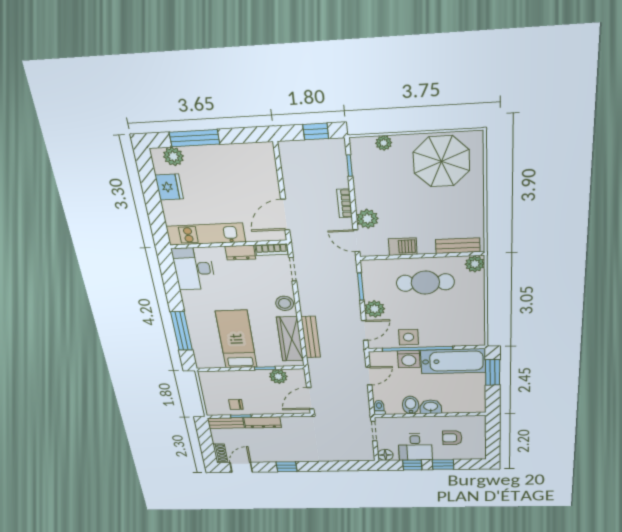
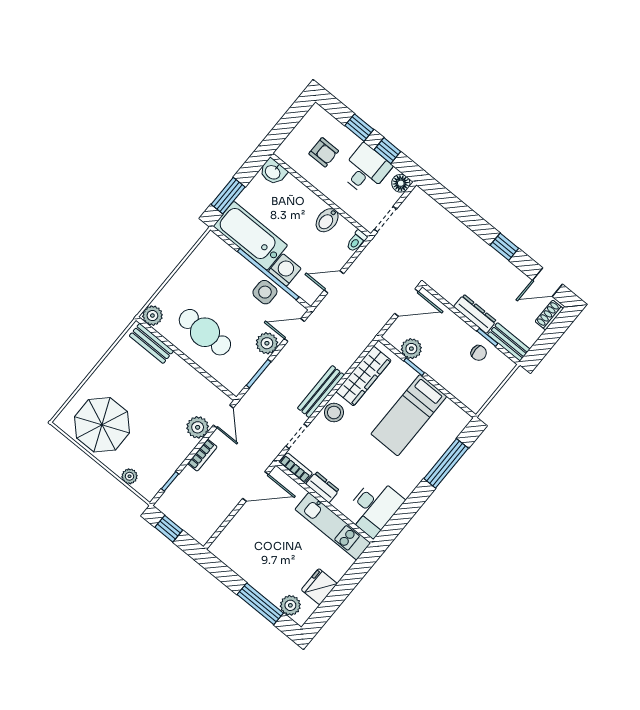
barbecue: (403, 247) -> (193, 380), removed
bench: (311, 337) -> (321, 392), moved
washbasin: (431, 407) -> (273, 172), moved

